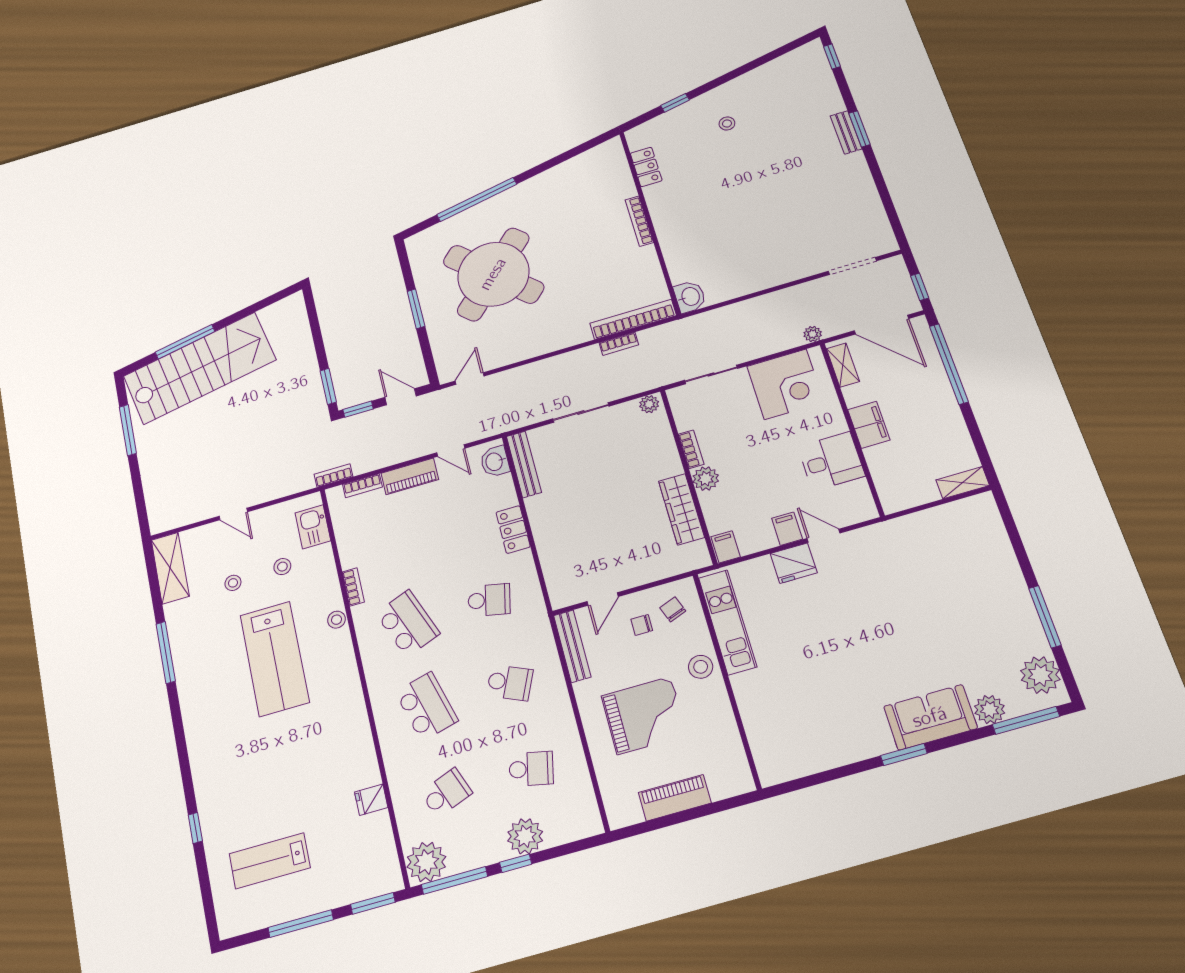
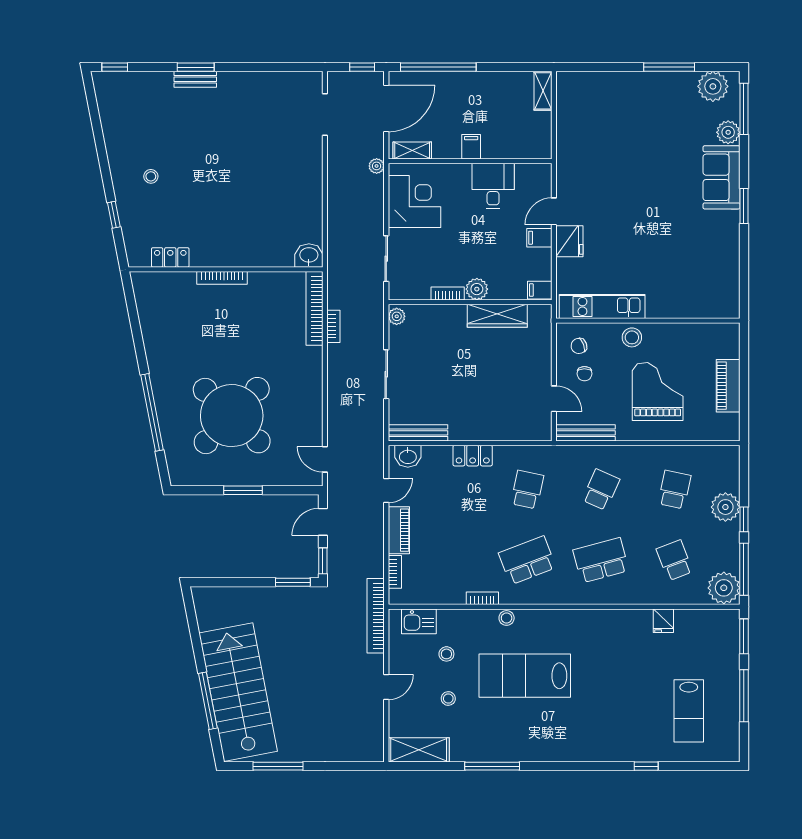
filing cabinet: (869, 425) -> (471, 147), width x0.50
bookcase: (333, 475) -> (376, 616), width x2.31, depth x1.31
lab bench: (275, 659) -> (525, 676), turned 180

